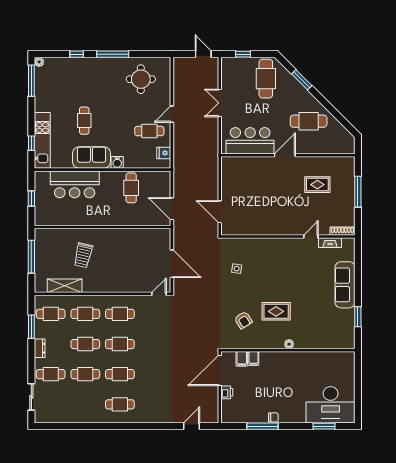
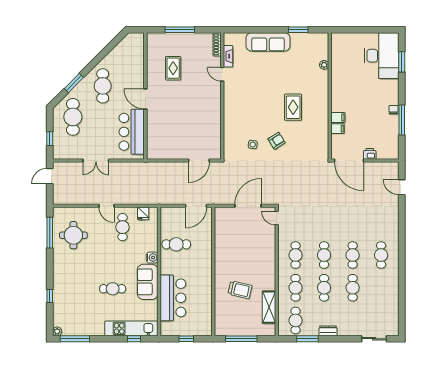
window: (113, 54) -> (50, 233), moved
cafe table: (266, 79) -> (73, 117), turned 90
cafe table: (309, 121) -> (103, 86), moved
armchair: (243, 320) -> (277, 141), moved
plant: (289, 344) -> (324, 65), moved
filing cabinet: (242, 359) -> (338, 117), moved
cafe table: (51, 374) -> (353, 320), removed

